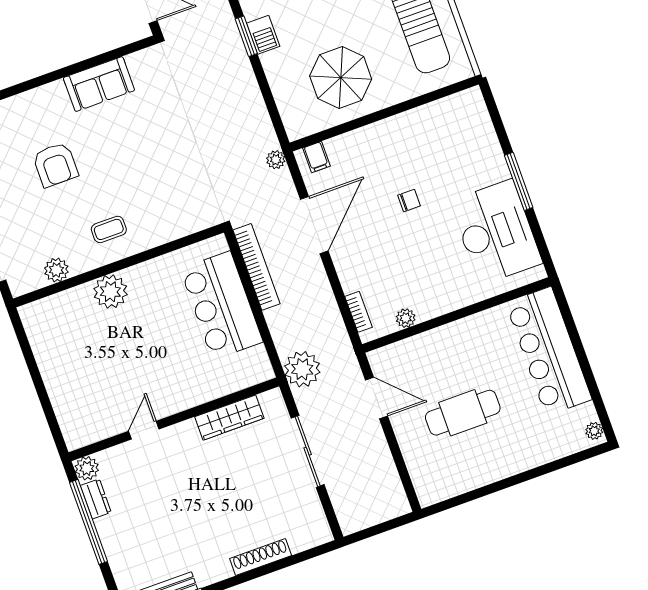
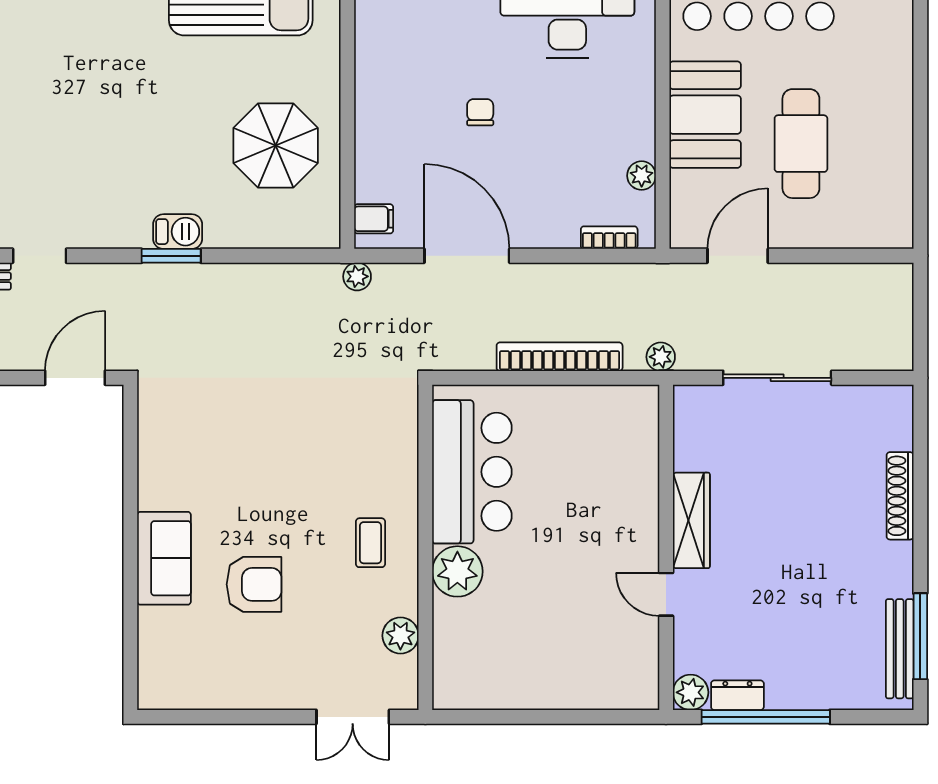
sofa: (99, 84) -> (164, 558), moved
bookcase: (256, 267) -> (560, 357), moved
bar counter: (221, 305) -> (472, 472), moved, turned -90
booth: (459, 345) -> (705, 115), added
plant: (302, 369) -> (661, 357), width x0.53, depth x0.53
wardrobe: (229, 418) -> (691, 520), moved

